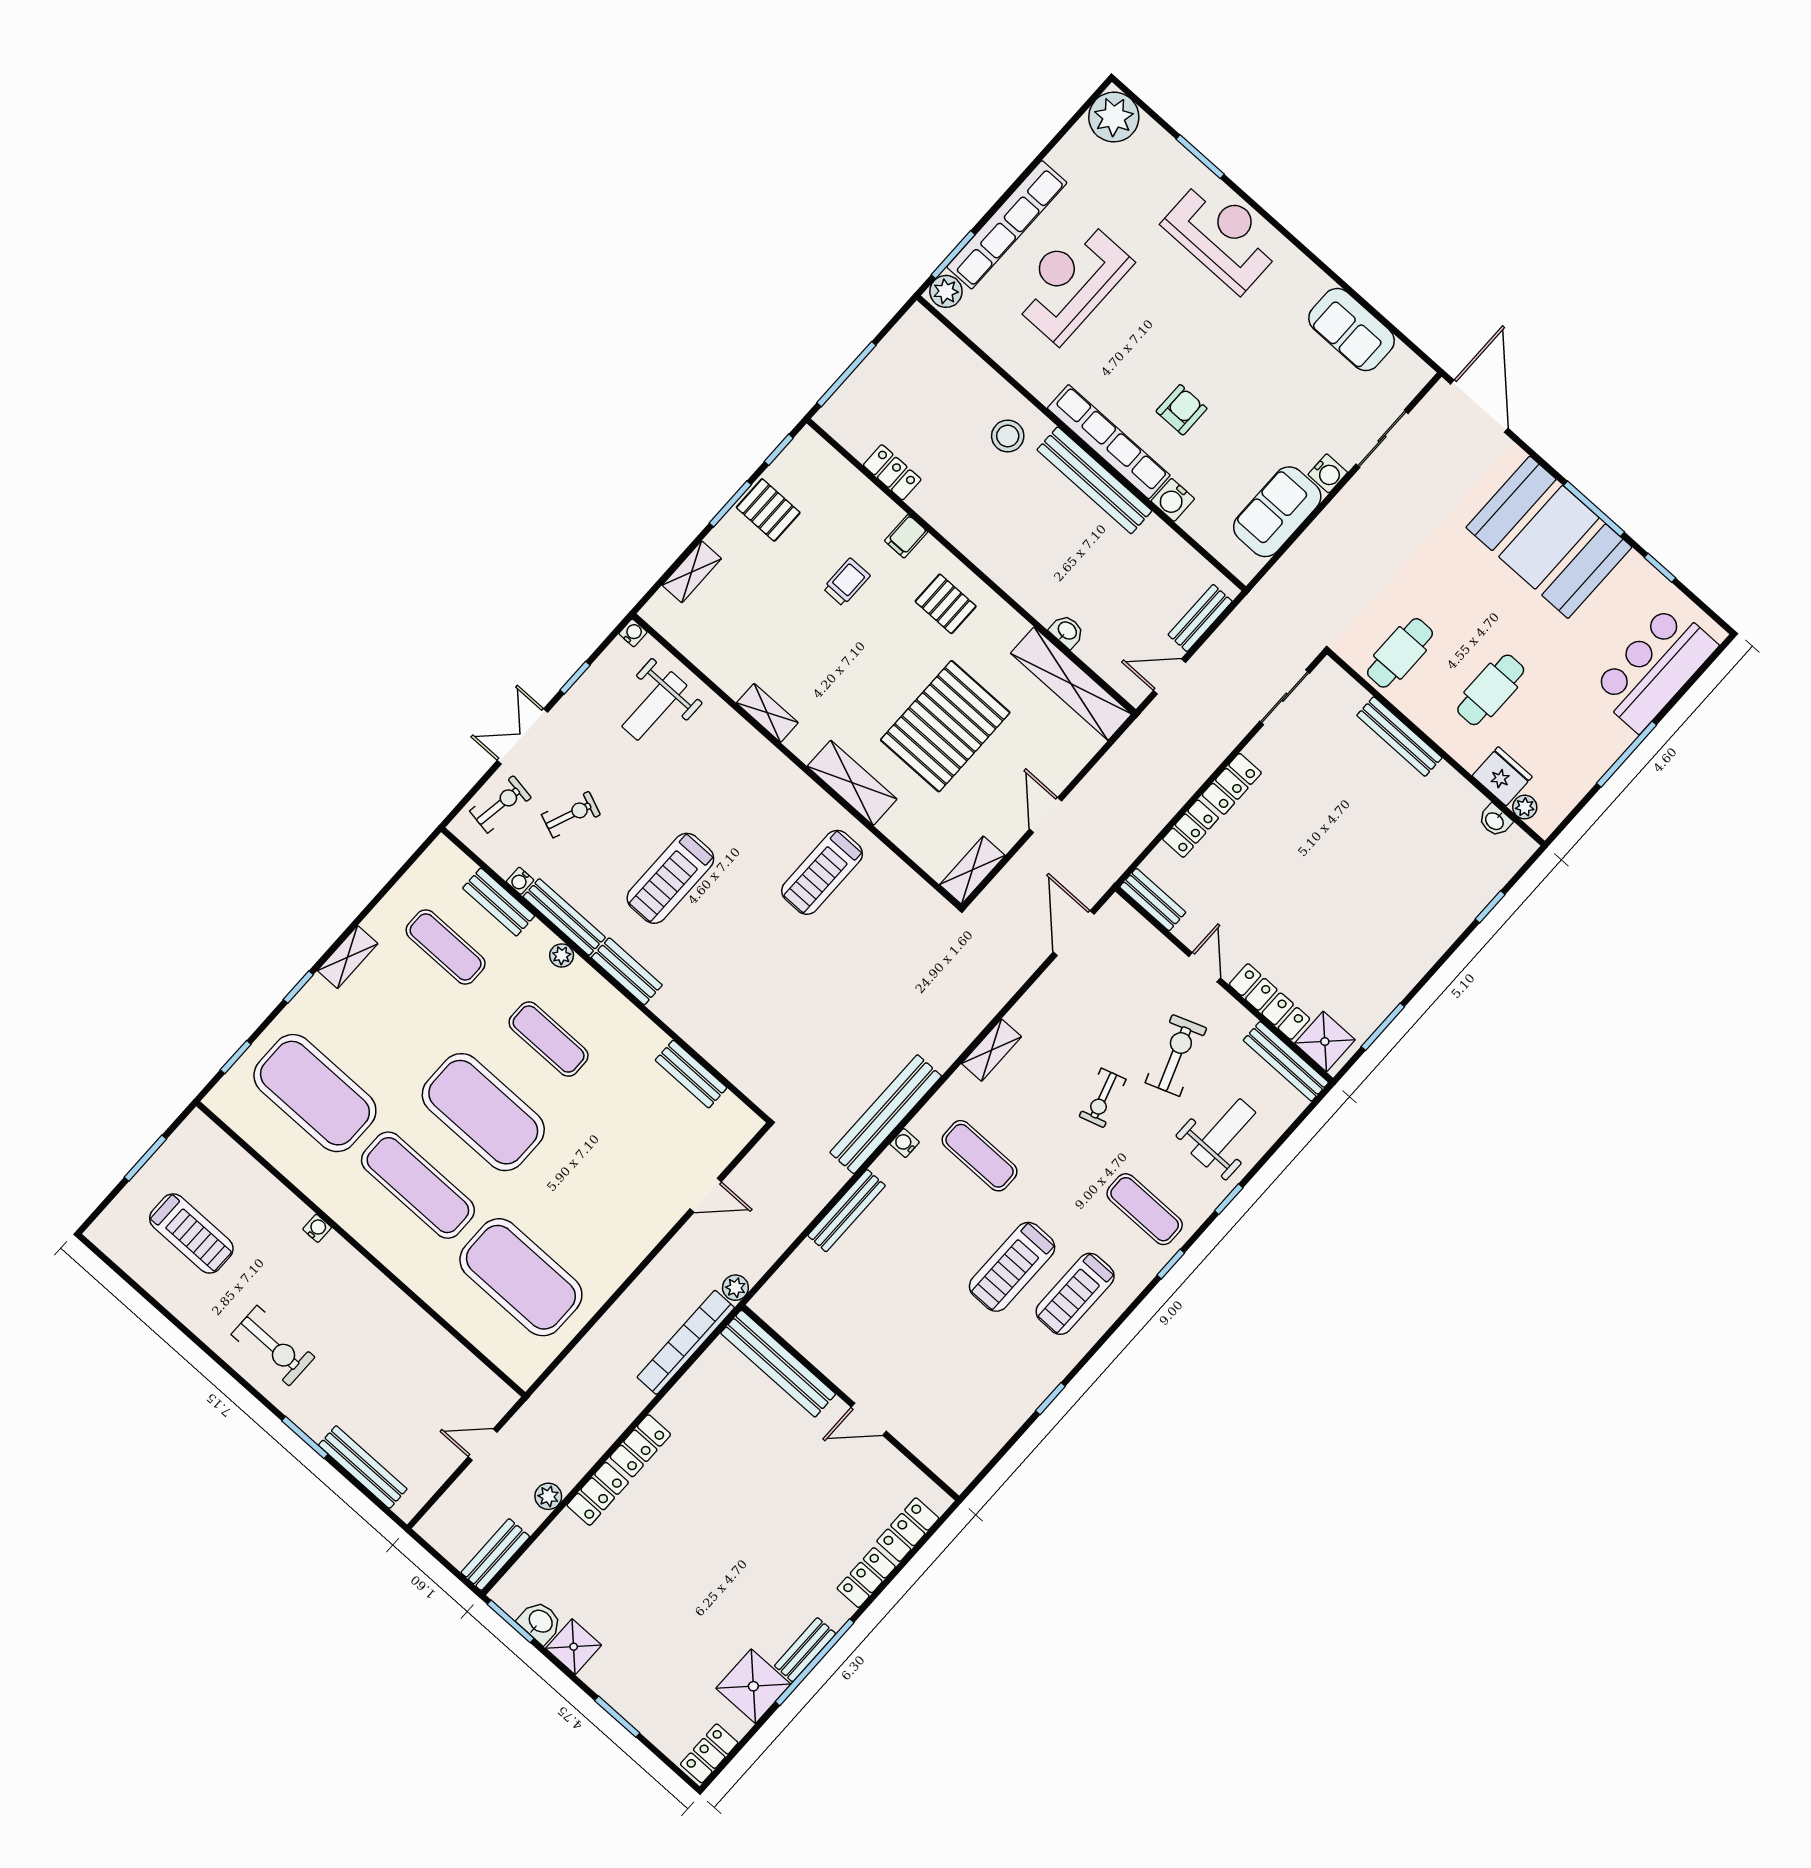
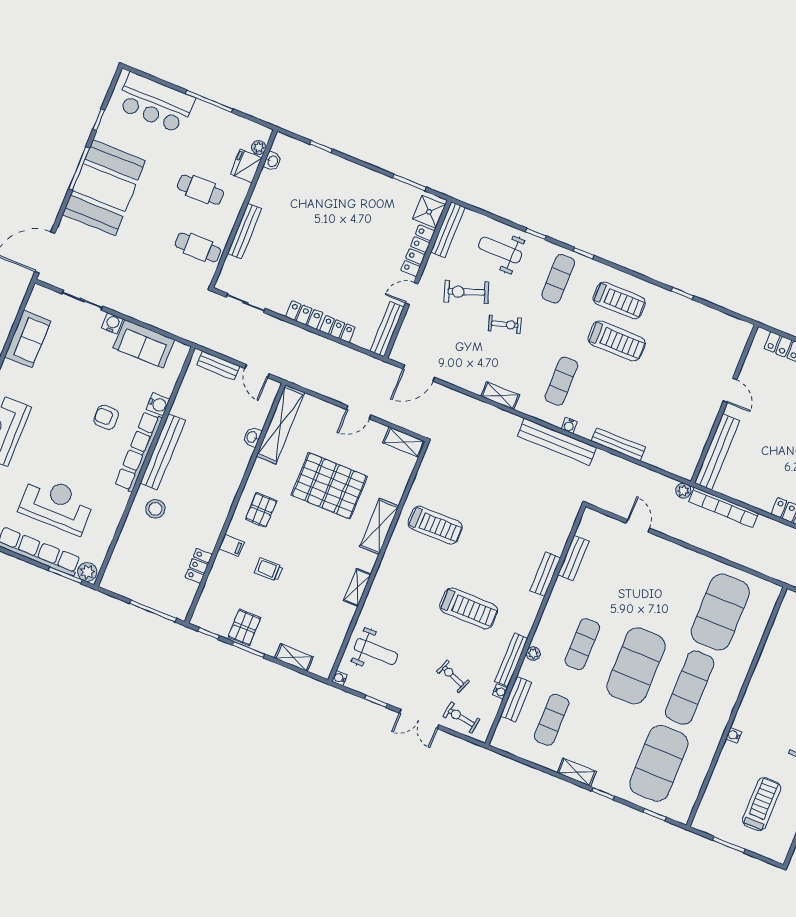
reception desk: (1071, 281) -> (57, 505), turned 180
bench: (1153, 900) -> (387, 329), width x1.36
bench: (627, 971) -> (545, 574), moved

